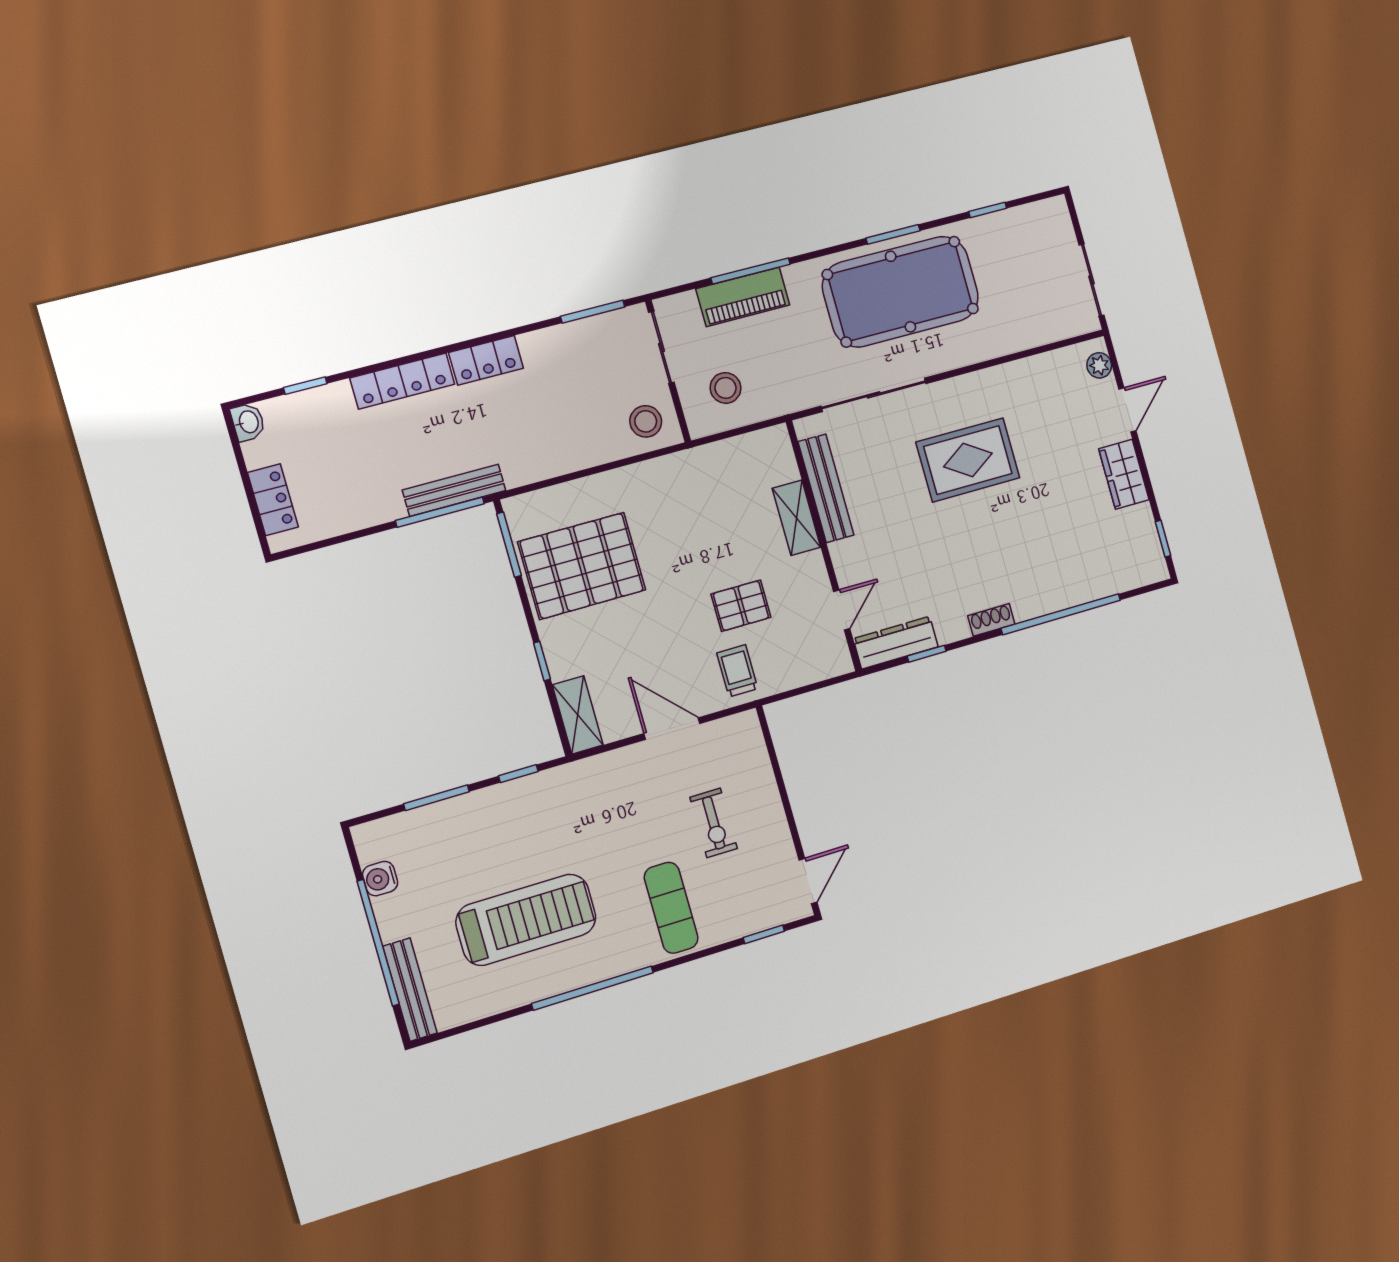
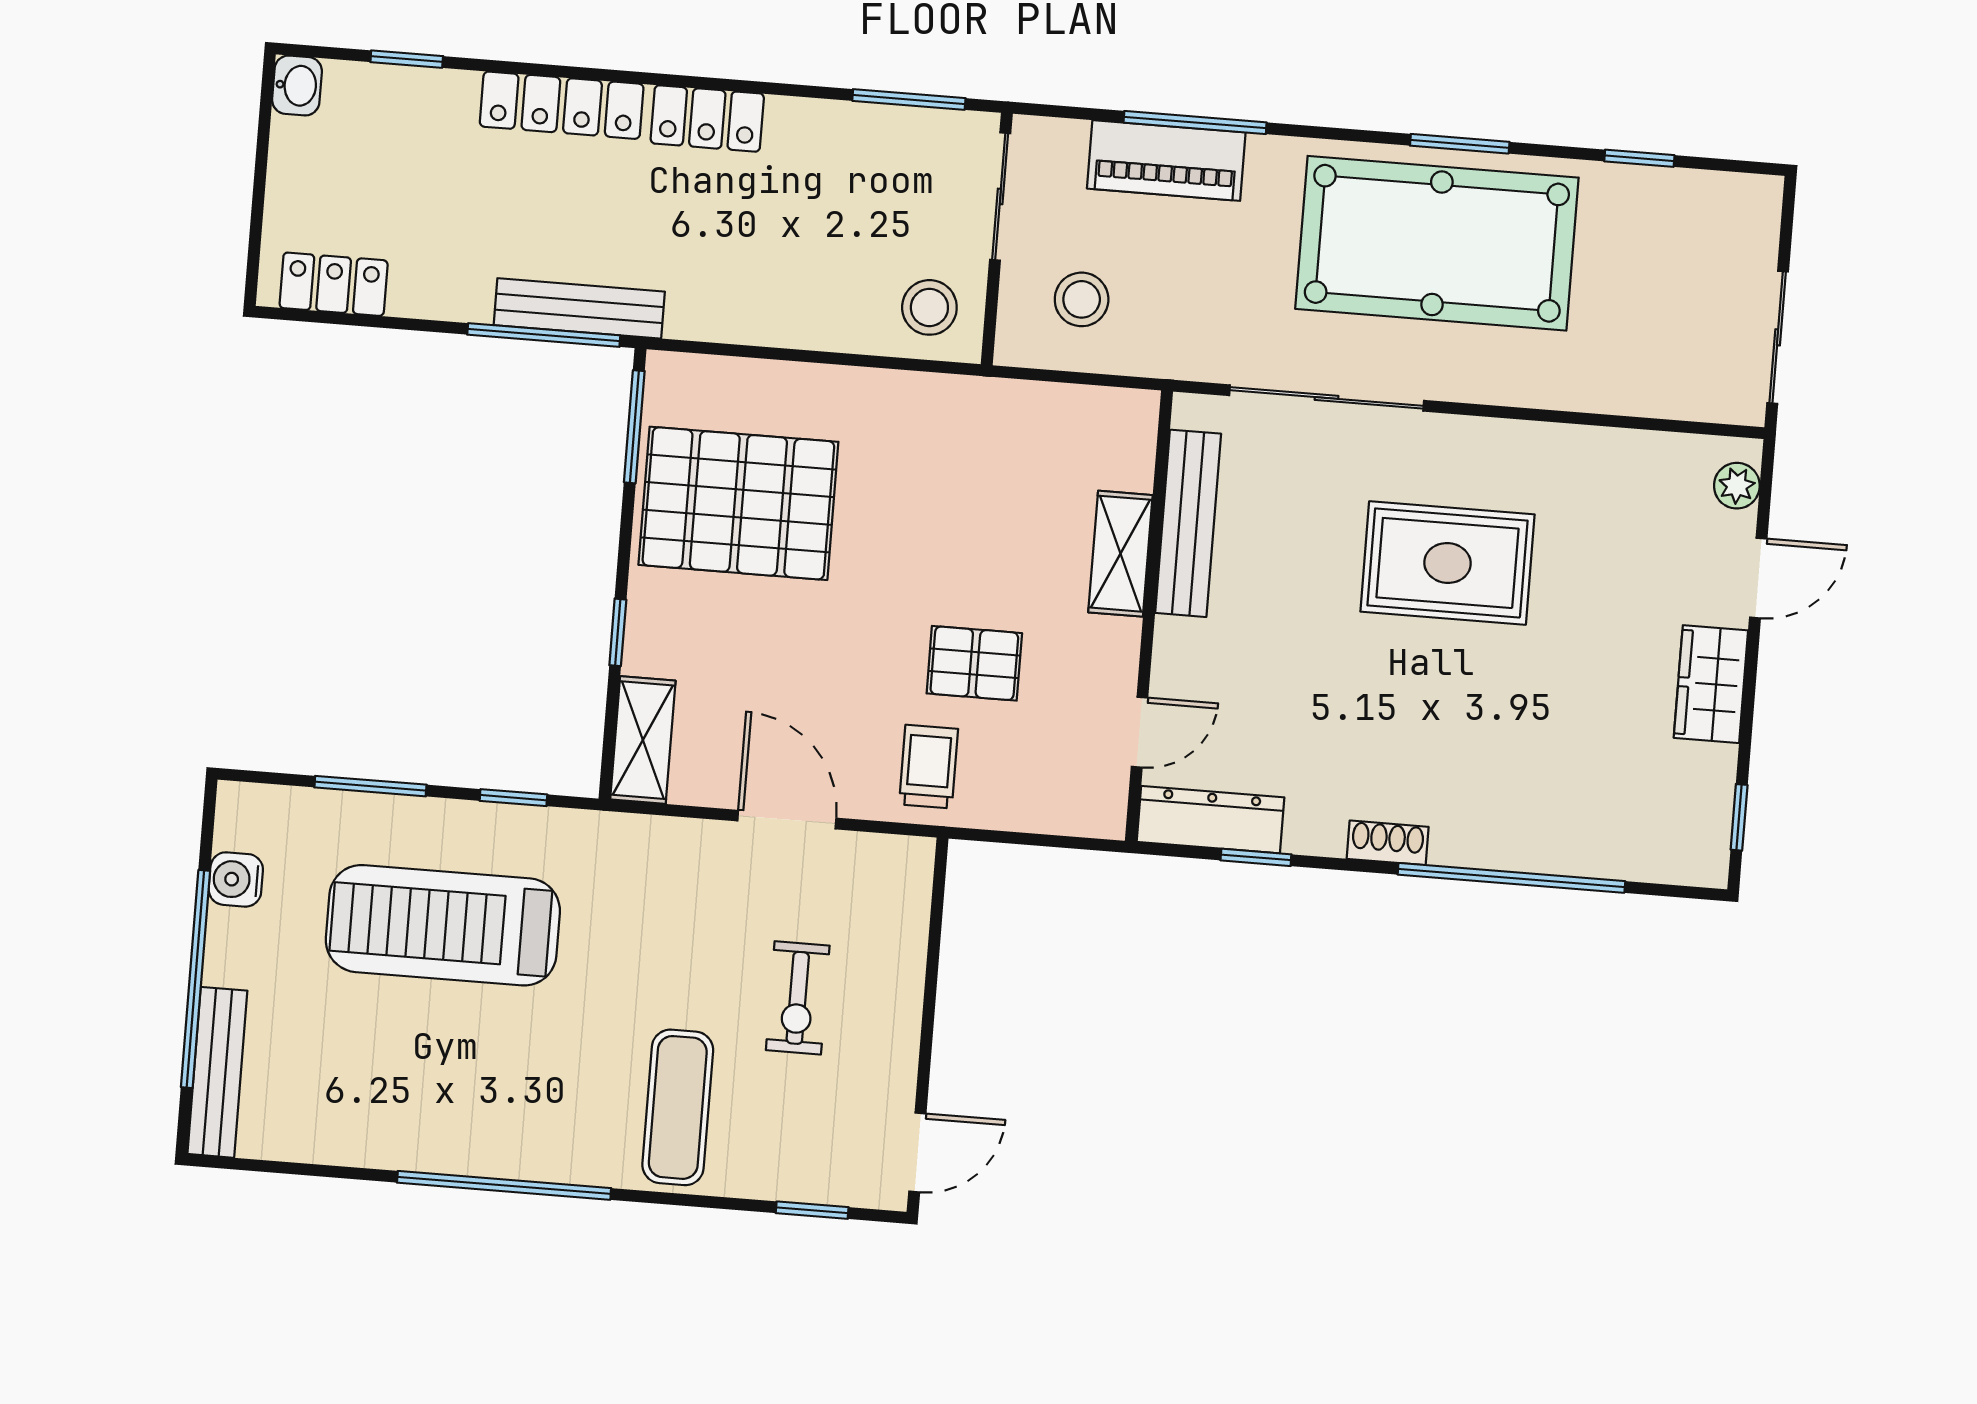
locker: (273, 500) -> (334, 284), moved, turned -90
treadmill: (526, 920) -> (443, 925), moved, turned 180

